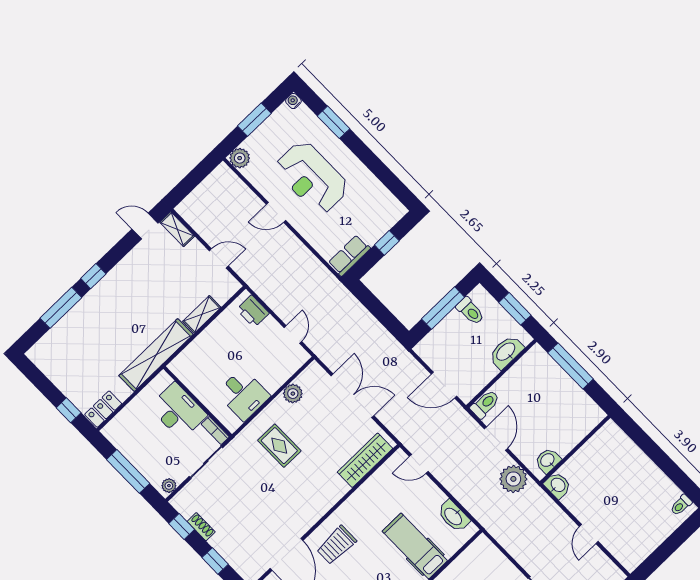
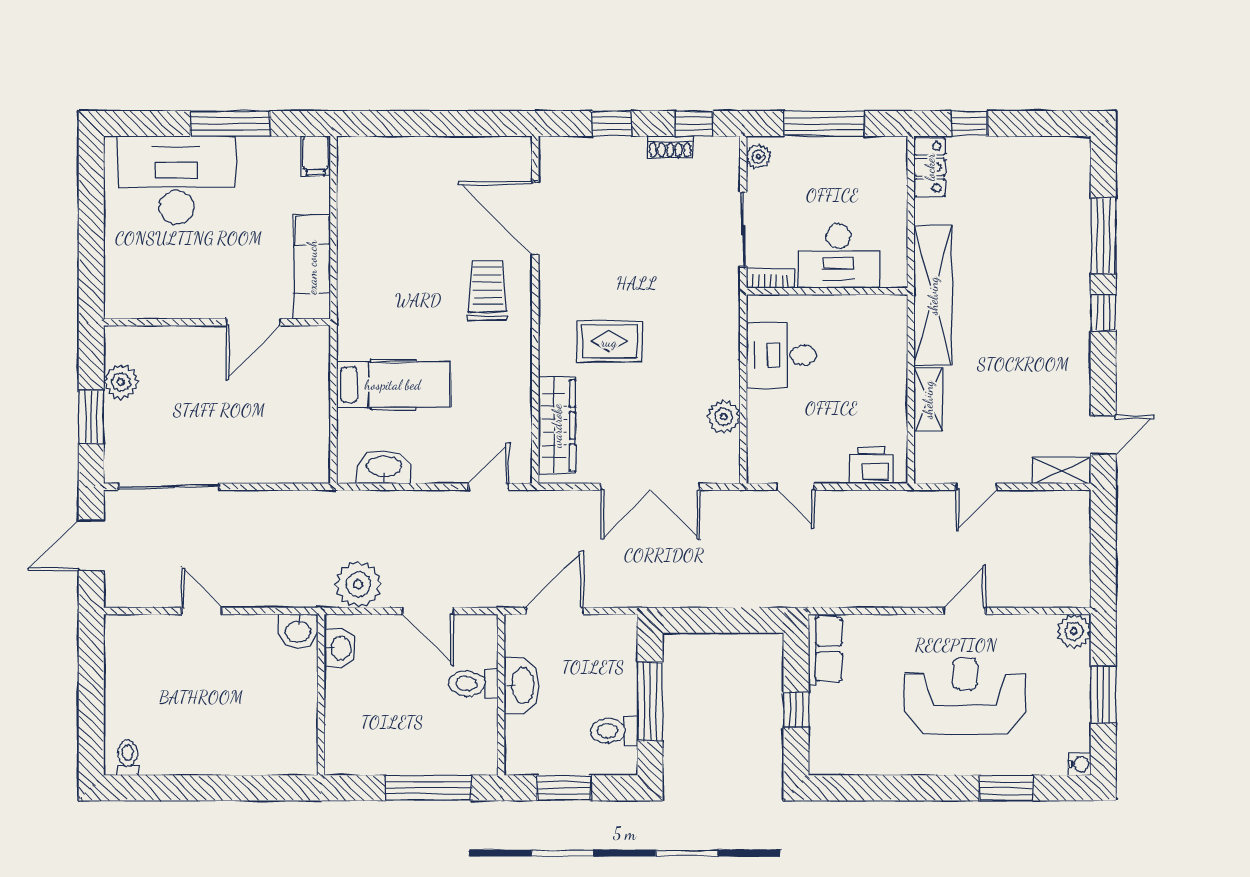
washbasin: (506, 352) -> (522, 685), moved
toilet: (485, 404) -> (473, 683), moved, turned 90
rug: (279, 446) -> (609, 342), moved

